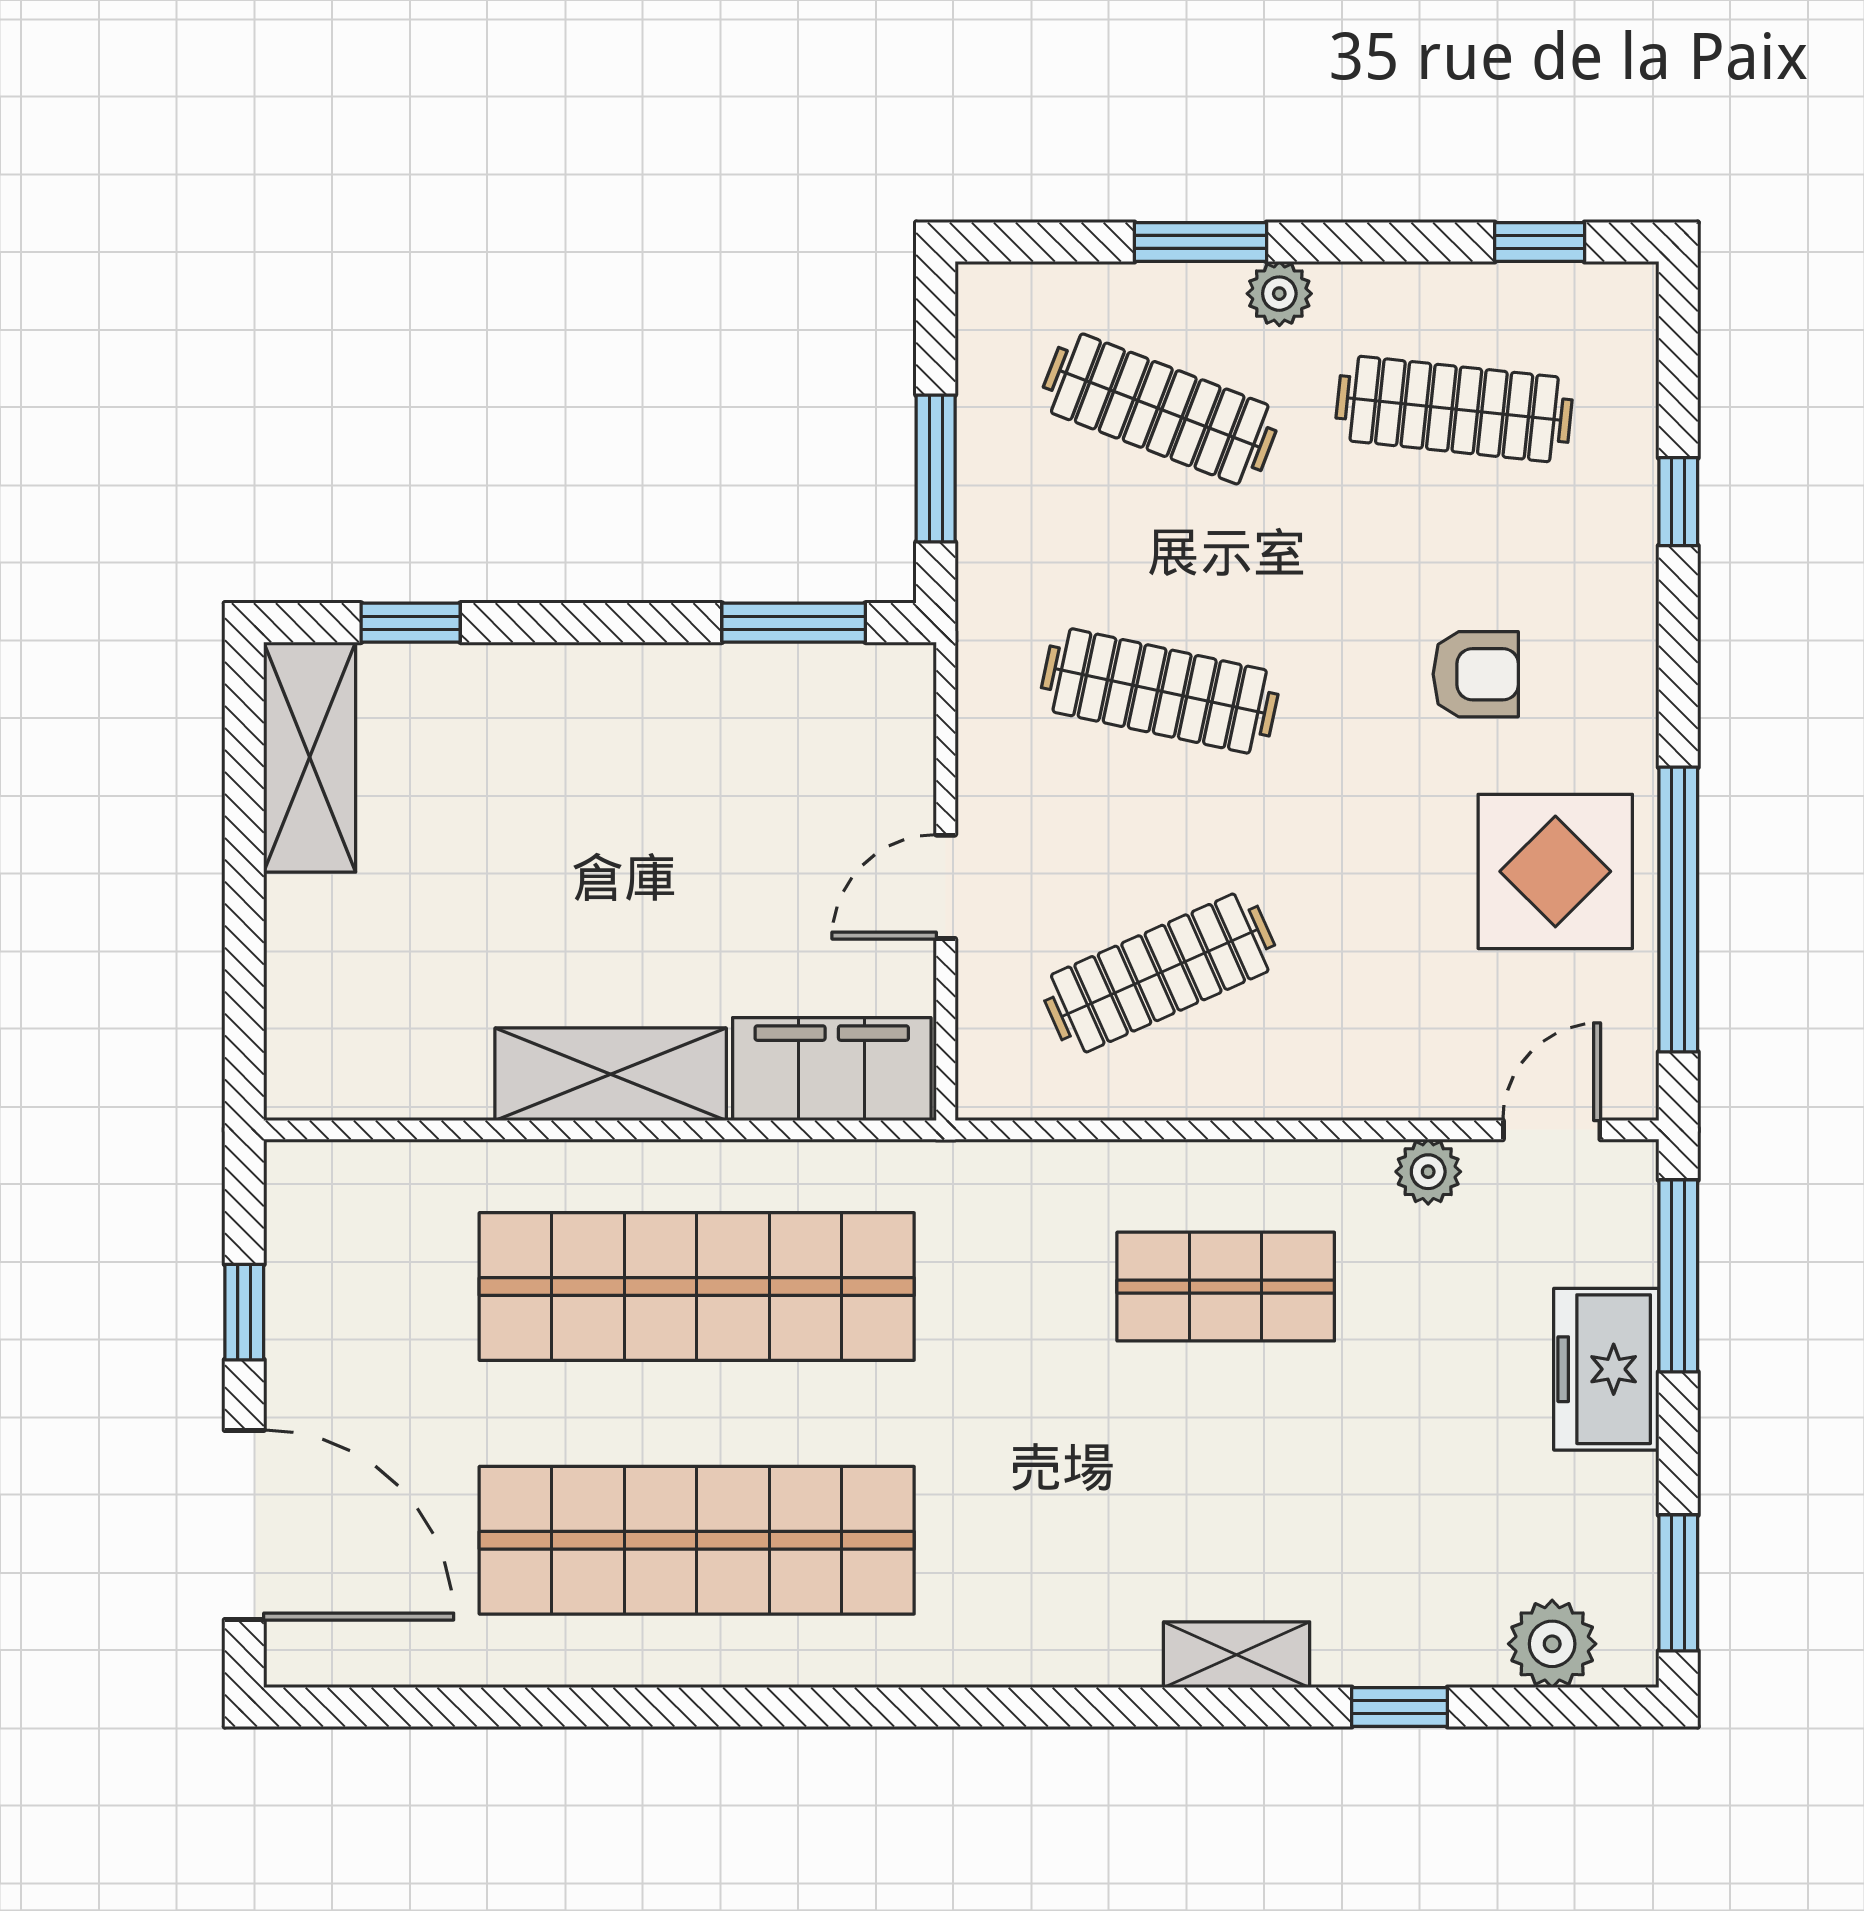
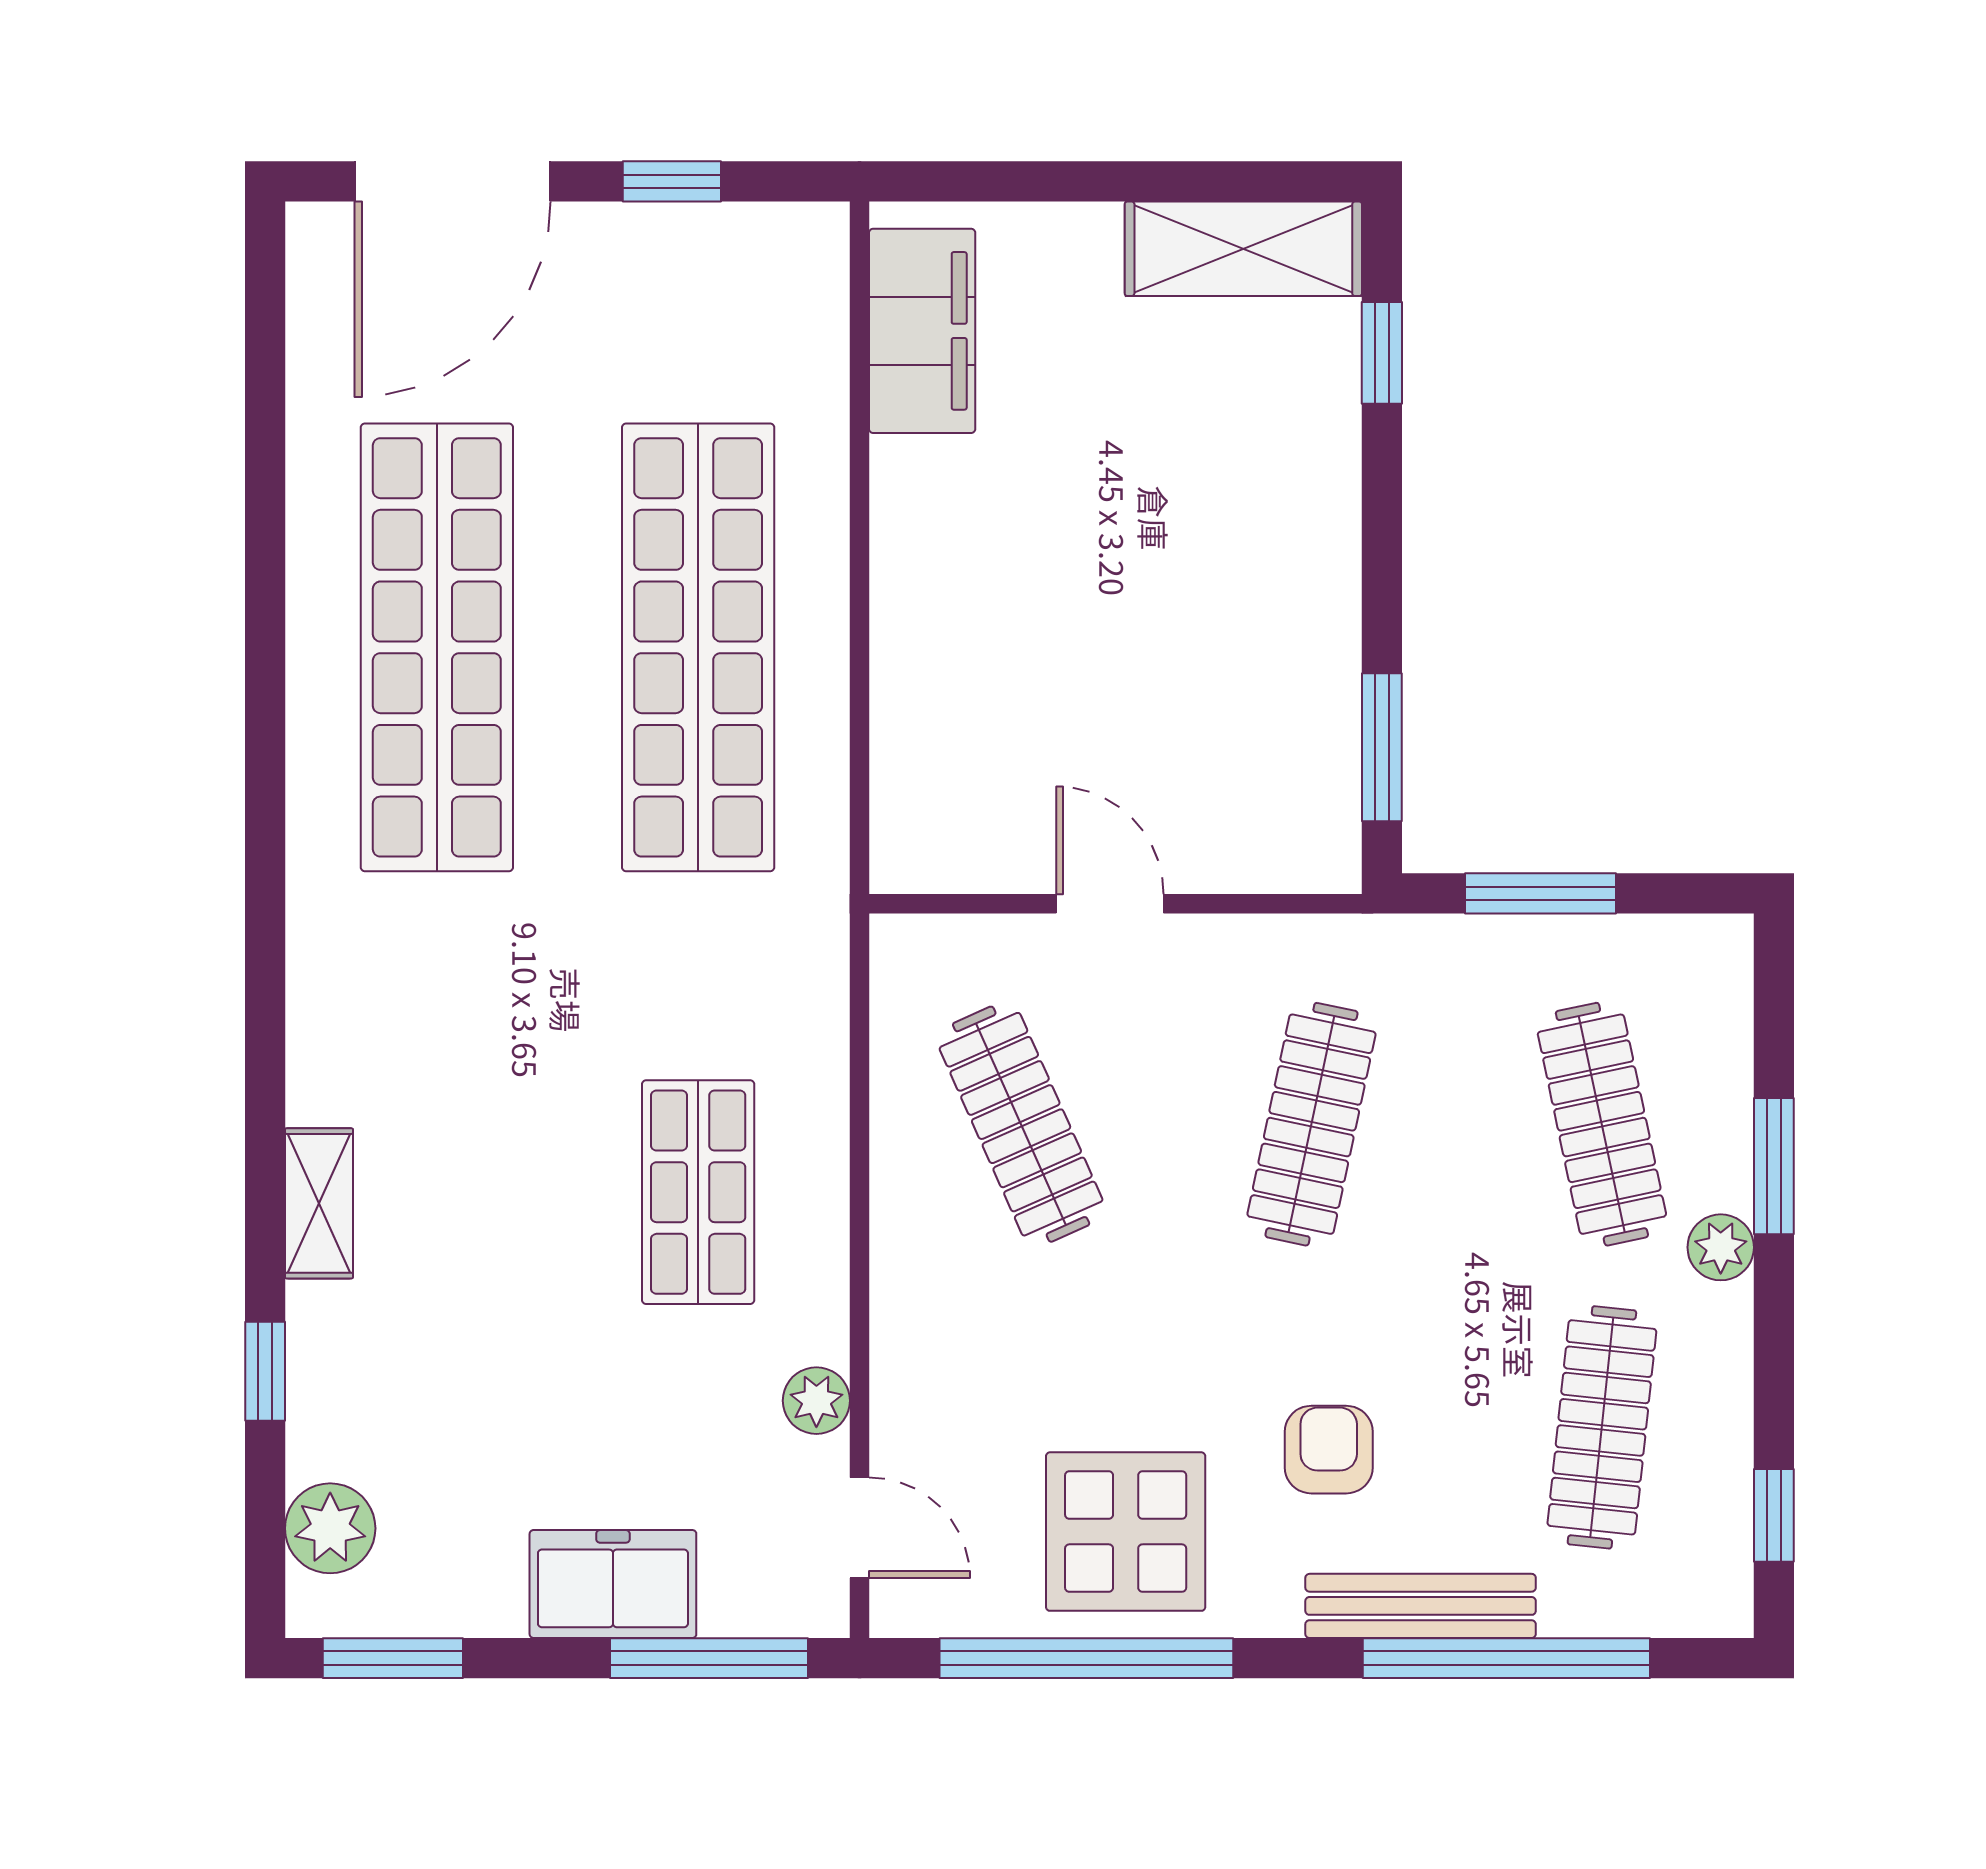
clothes rail: (1160, 409) -> (1602, 1124), turned -33
window: (1678, 502) -> (1506, 1658), width x3.17
bench: (1628, 585) -> (1421, 1606), added
armchair: (1476, 674) -> (1329, 1450), turned 180
filing cabinet: (832, 1069) -> (922, 331), moved
shelving: (611, 1074) -> (917, 559), removed

